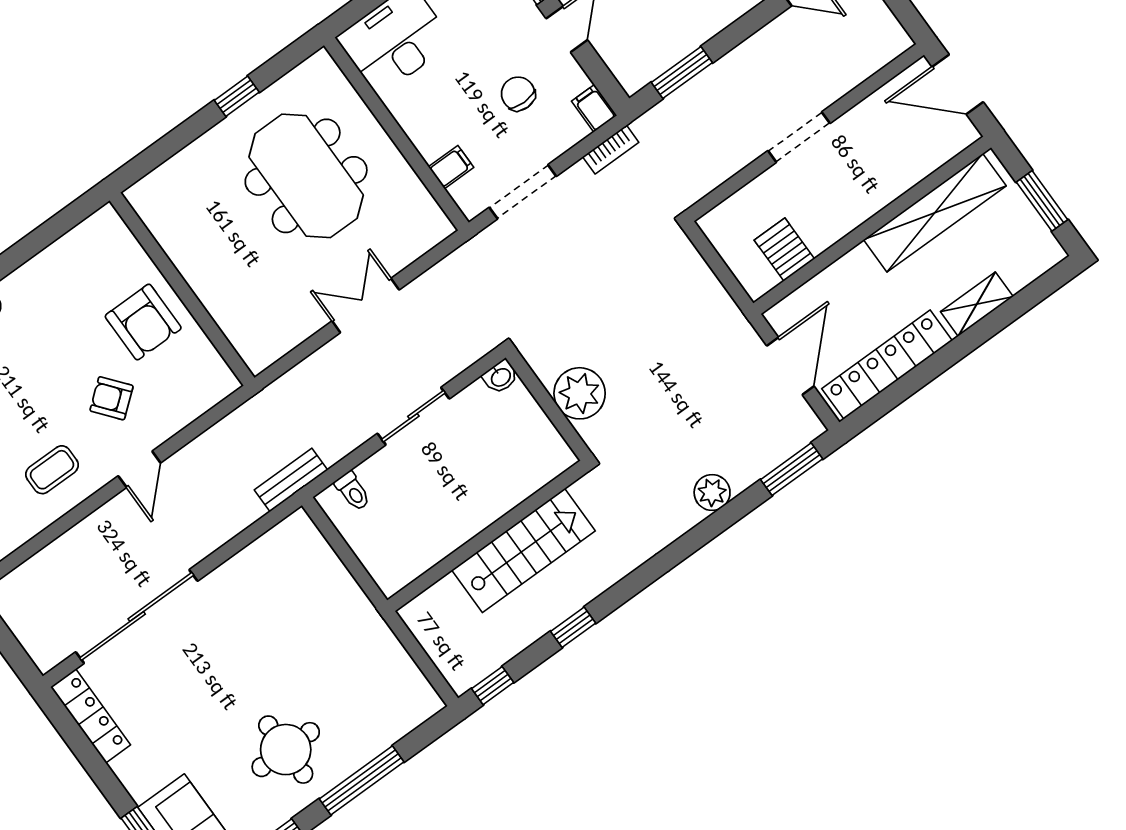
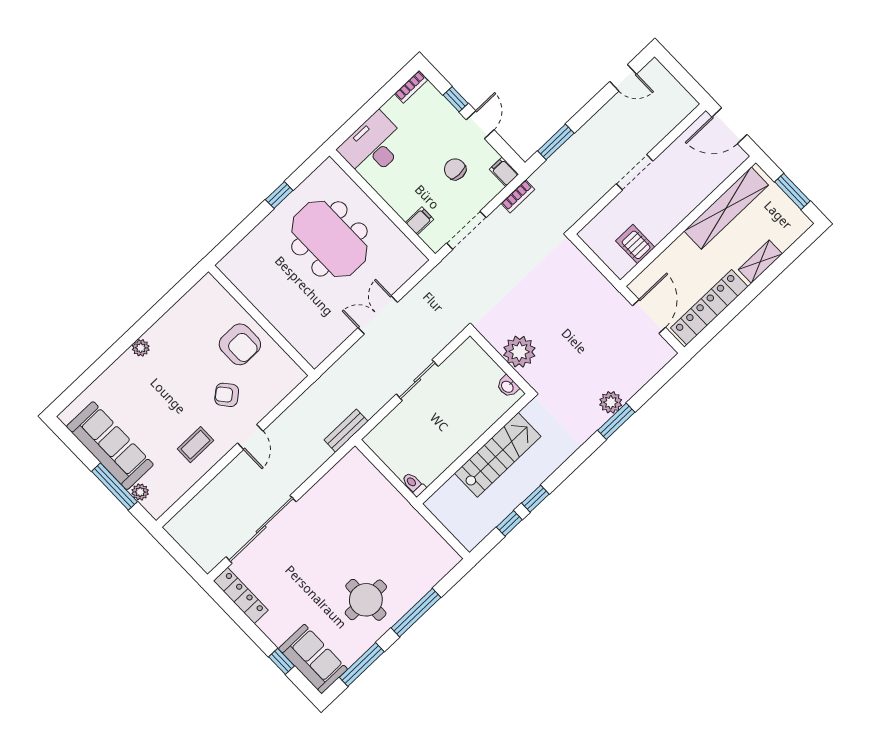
washbasin: (500, 377) -> (508, 386), moved, turned 90
window: (792, 469) -> (616, 421), moved
toilet: (353, 491) -> (414, 484), moved, turned 180
window: (493, 686) -> (509, 523), moved

